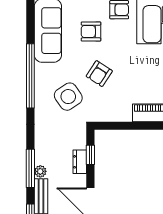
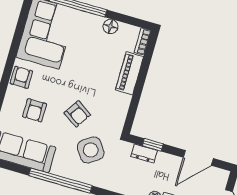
dresser: (80, 162) -> (144, 153), moved

